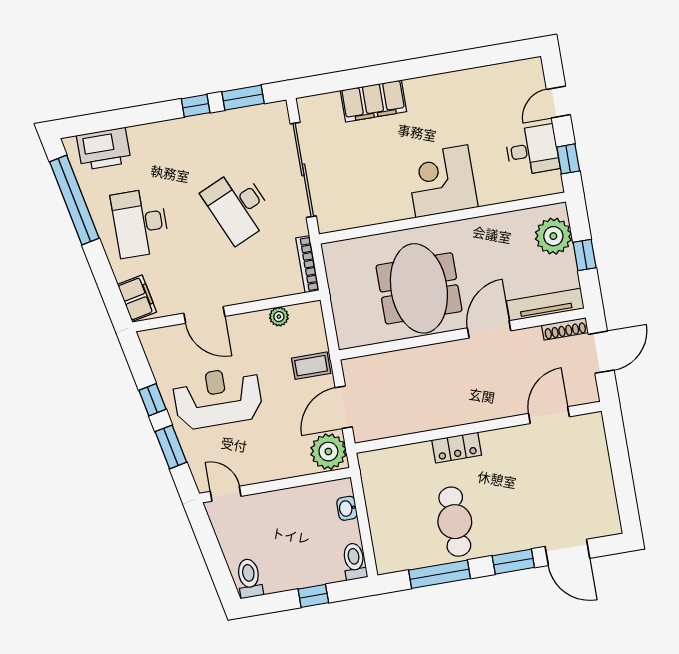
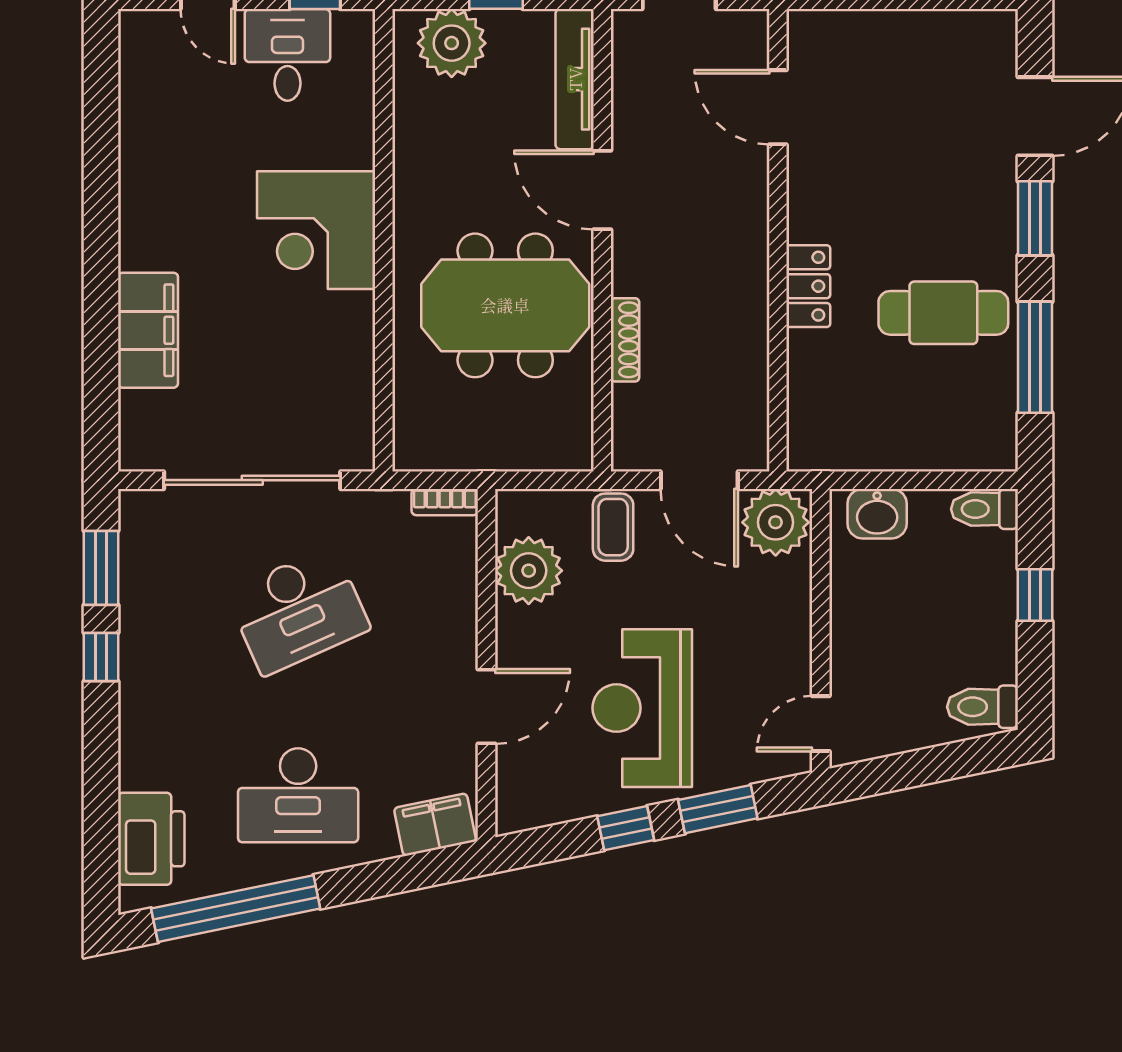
bookcase: (307, 264) -> (445, 502), width x0.64
plant: (279, 317) -> (529, 571), width x1.87, depth x1.87
shoe rack: (565, 329) -> (625, 340), moved
washbasin: (347, 508) -> (877, 514), width x1.38, depth x1.45

